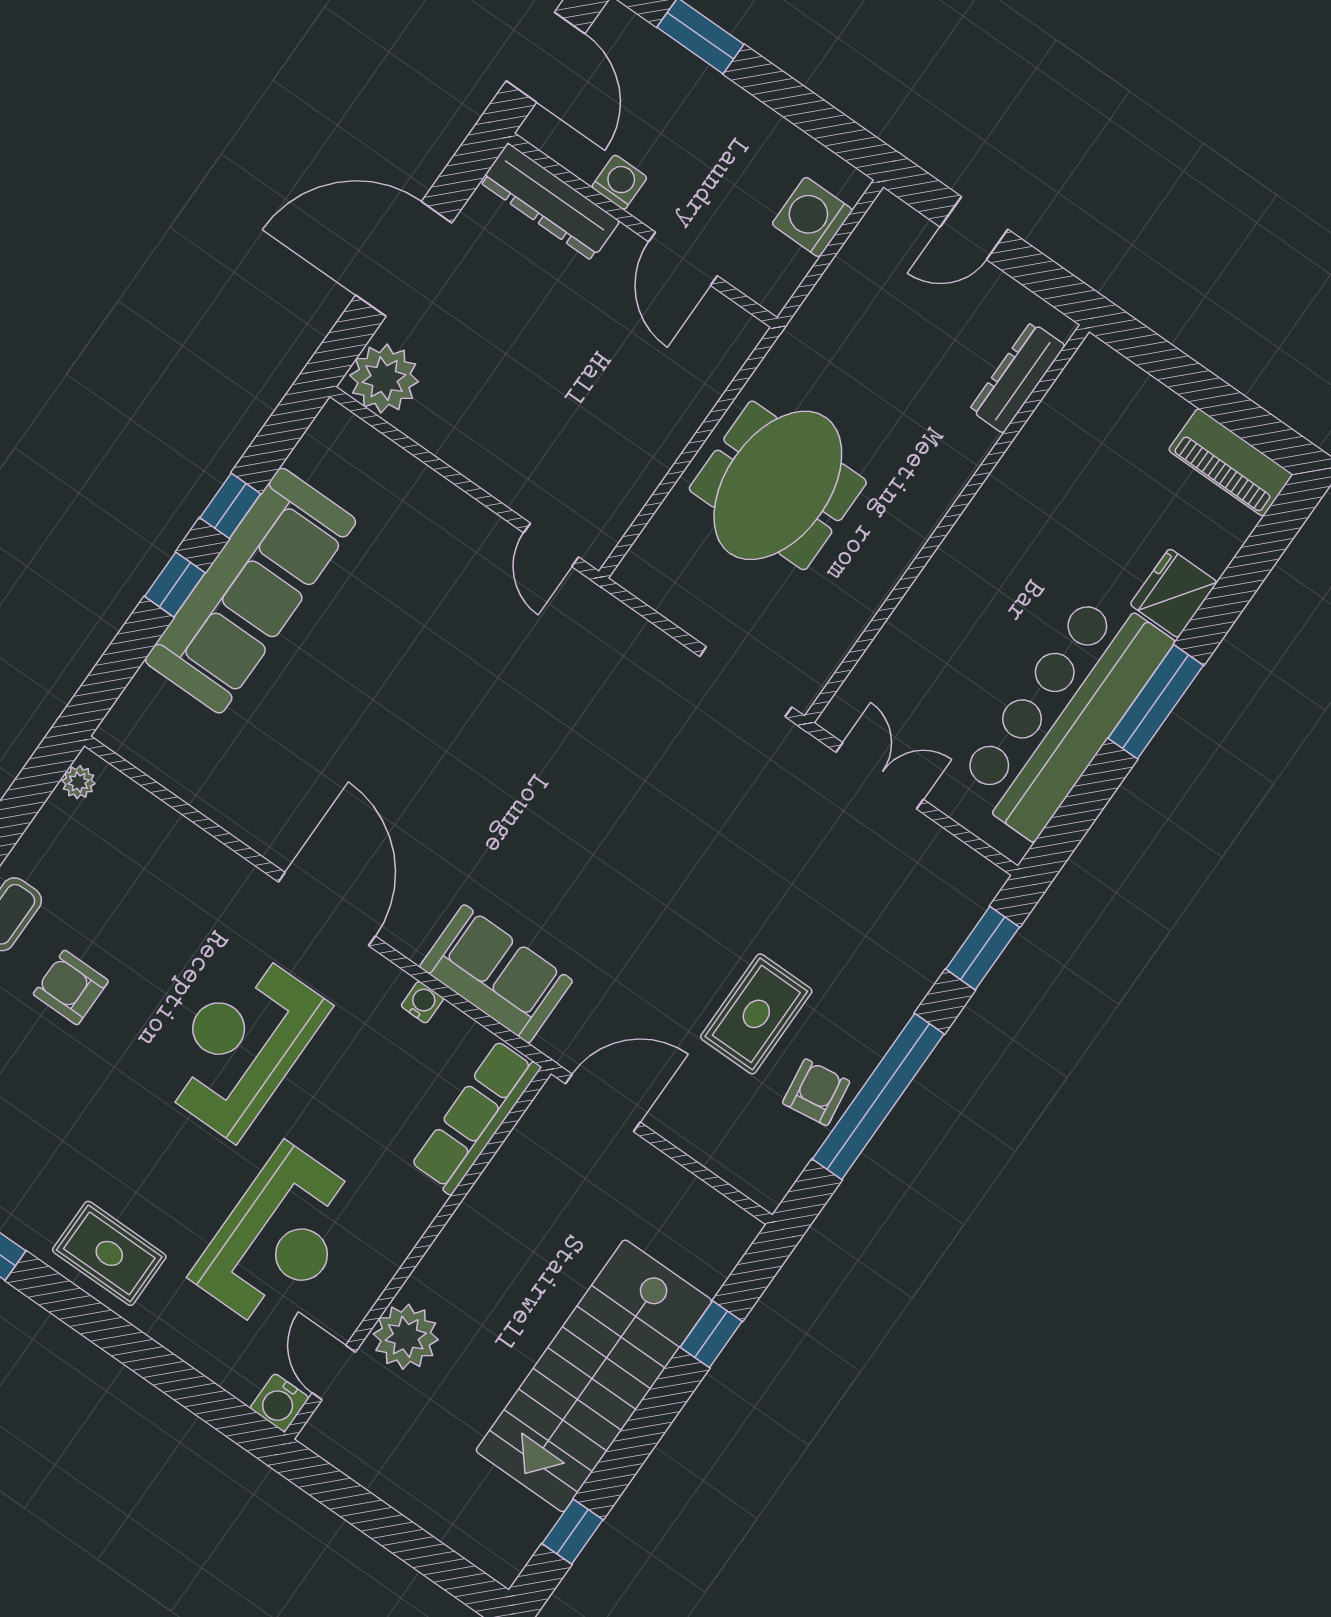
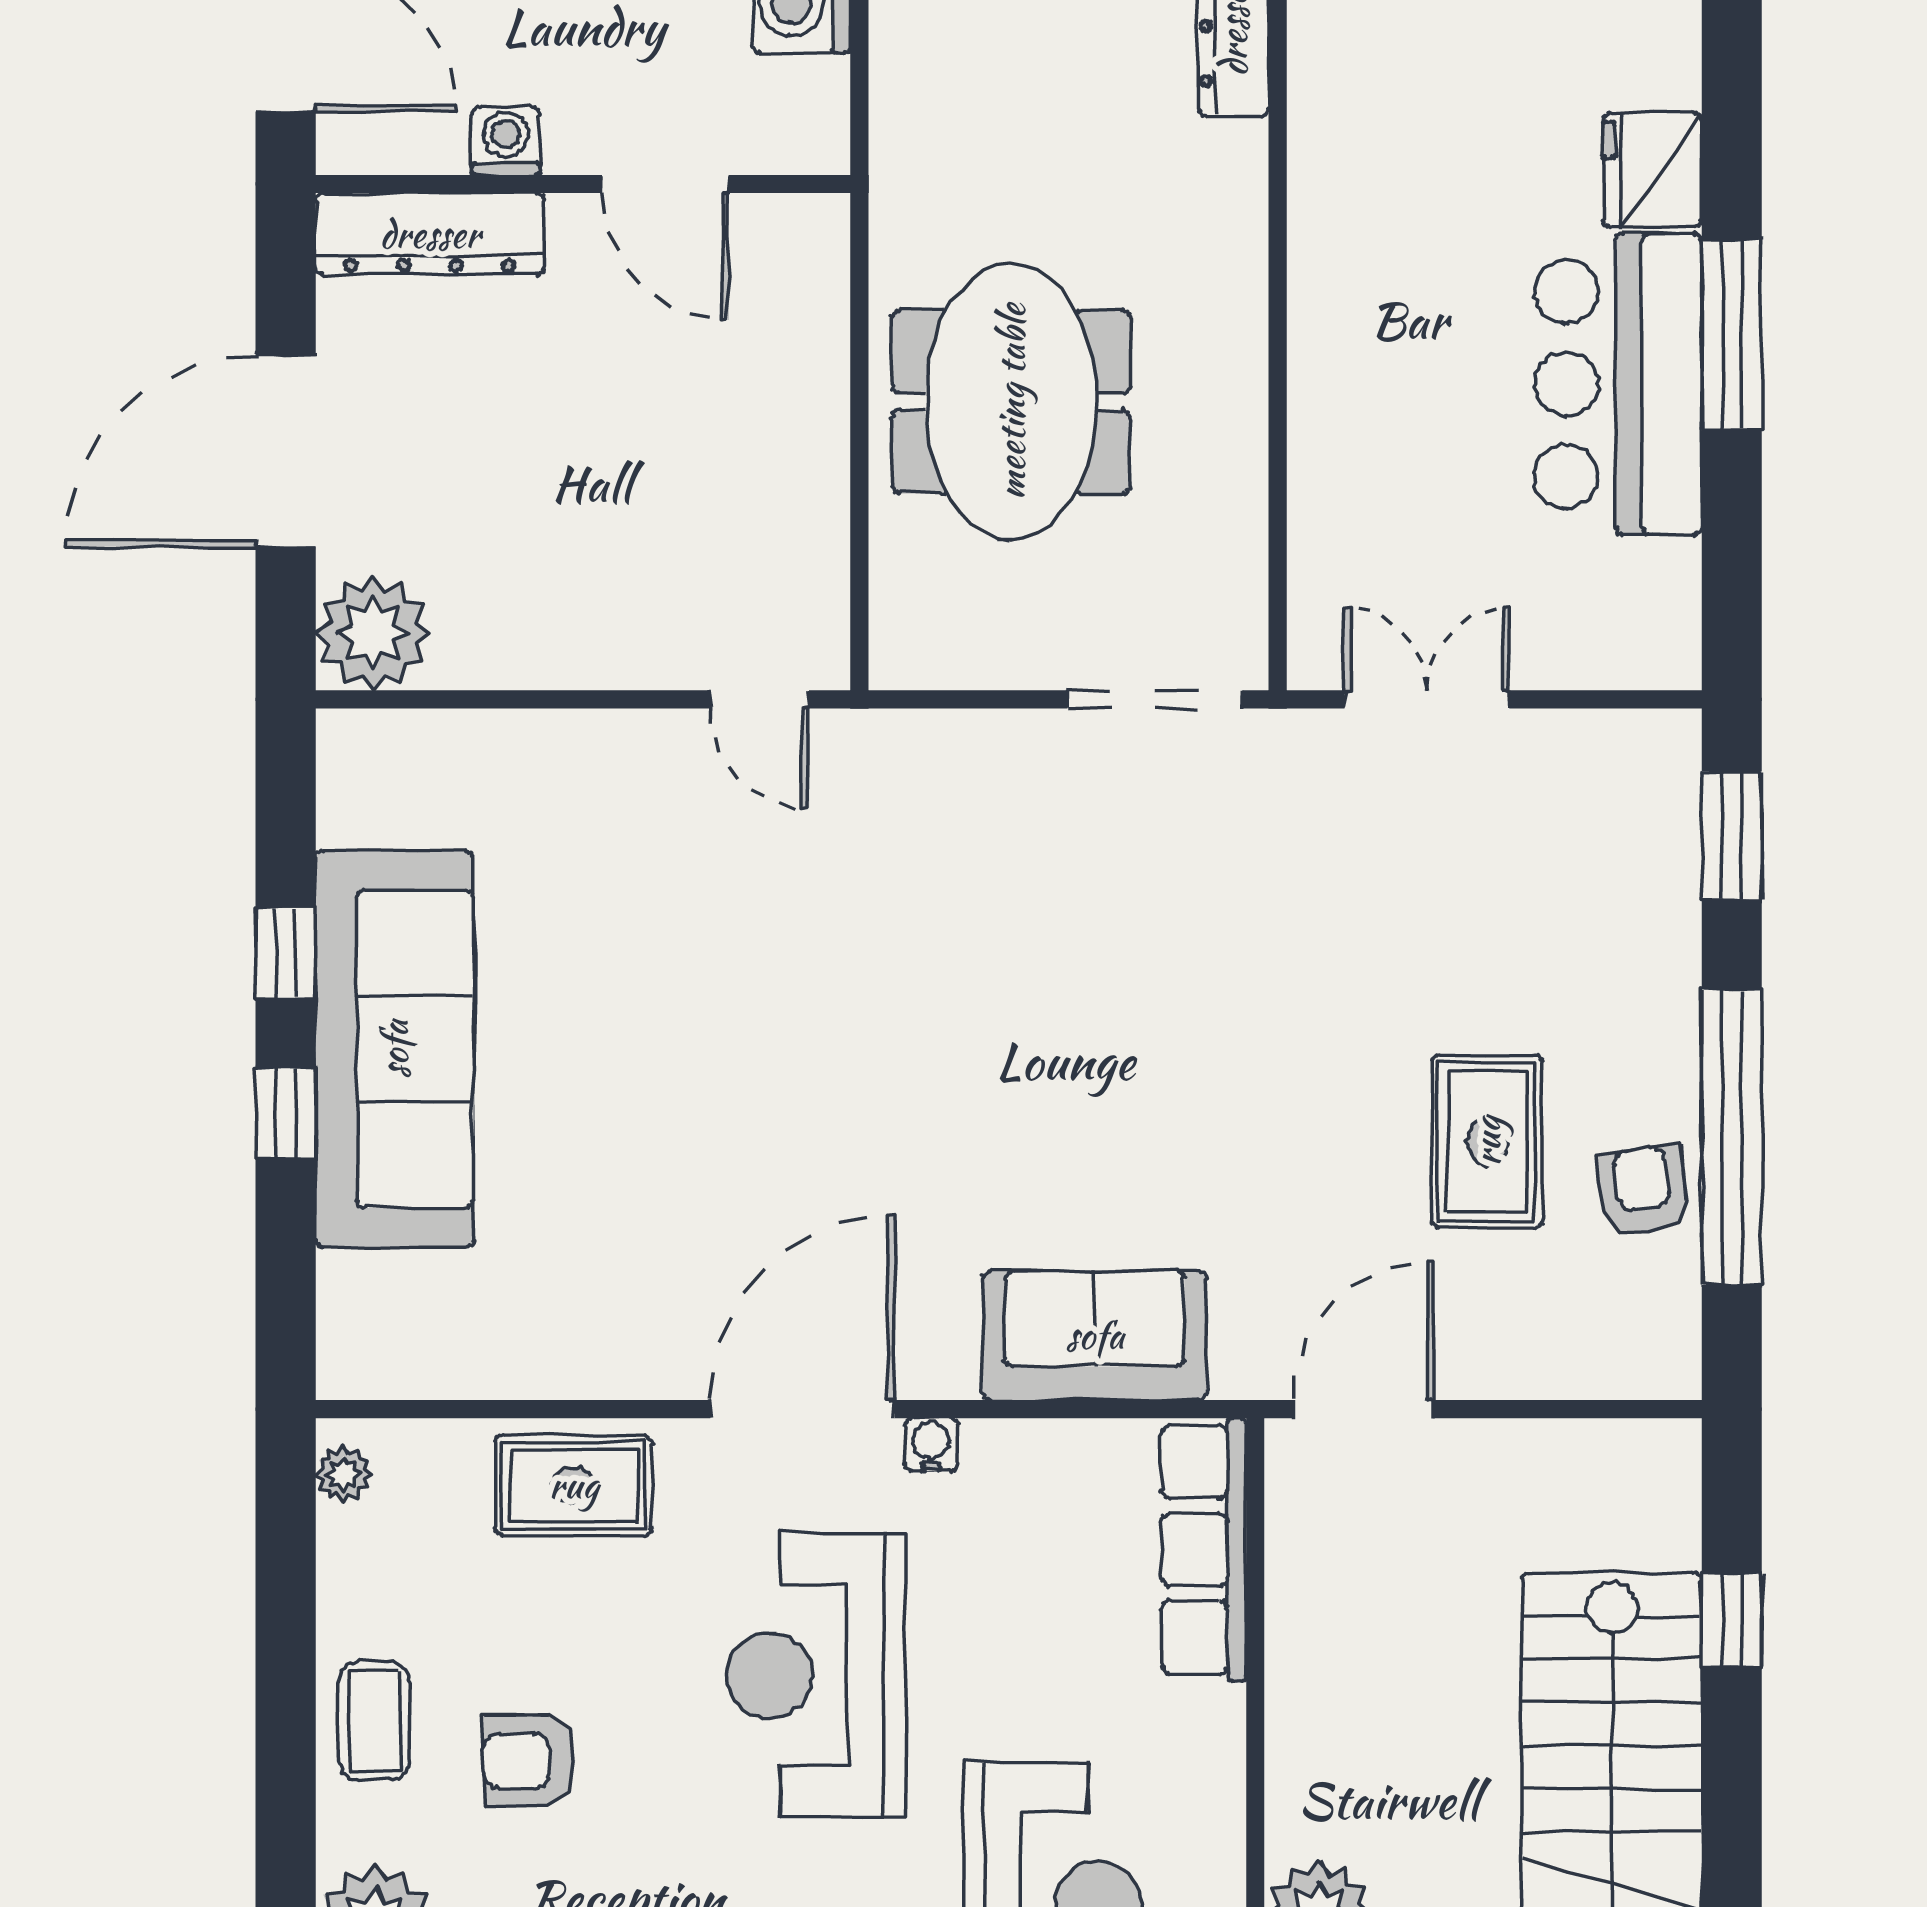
bar counter: (1064, 714) -> (1618, 384), width x0.73
rug: (188, 867) -> (574, 1485), added
door: (327, 909) -> (802, 1409), hinge flipped
water cooler: (422, 1002) -> (931, 1445), moved

